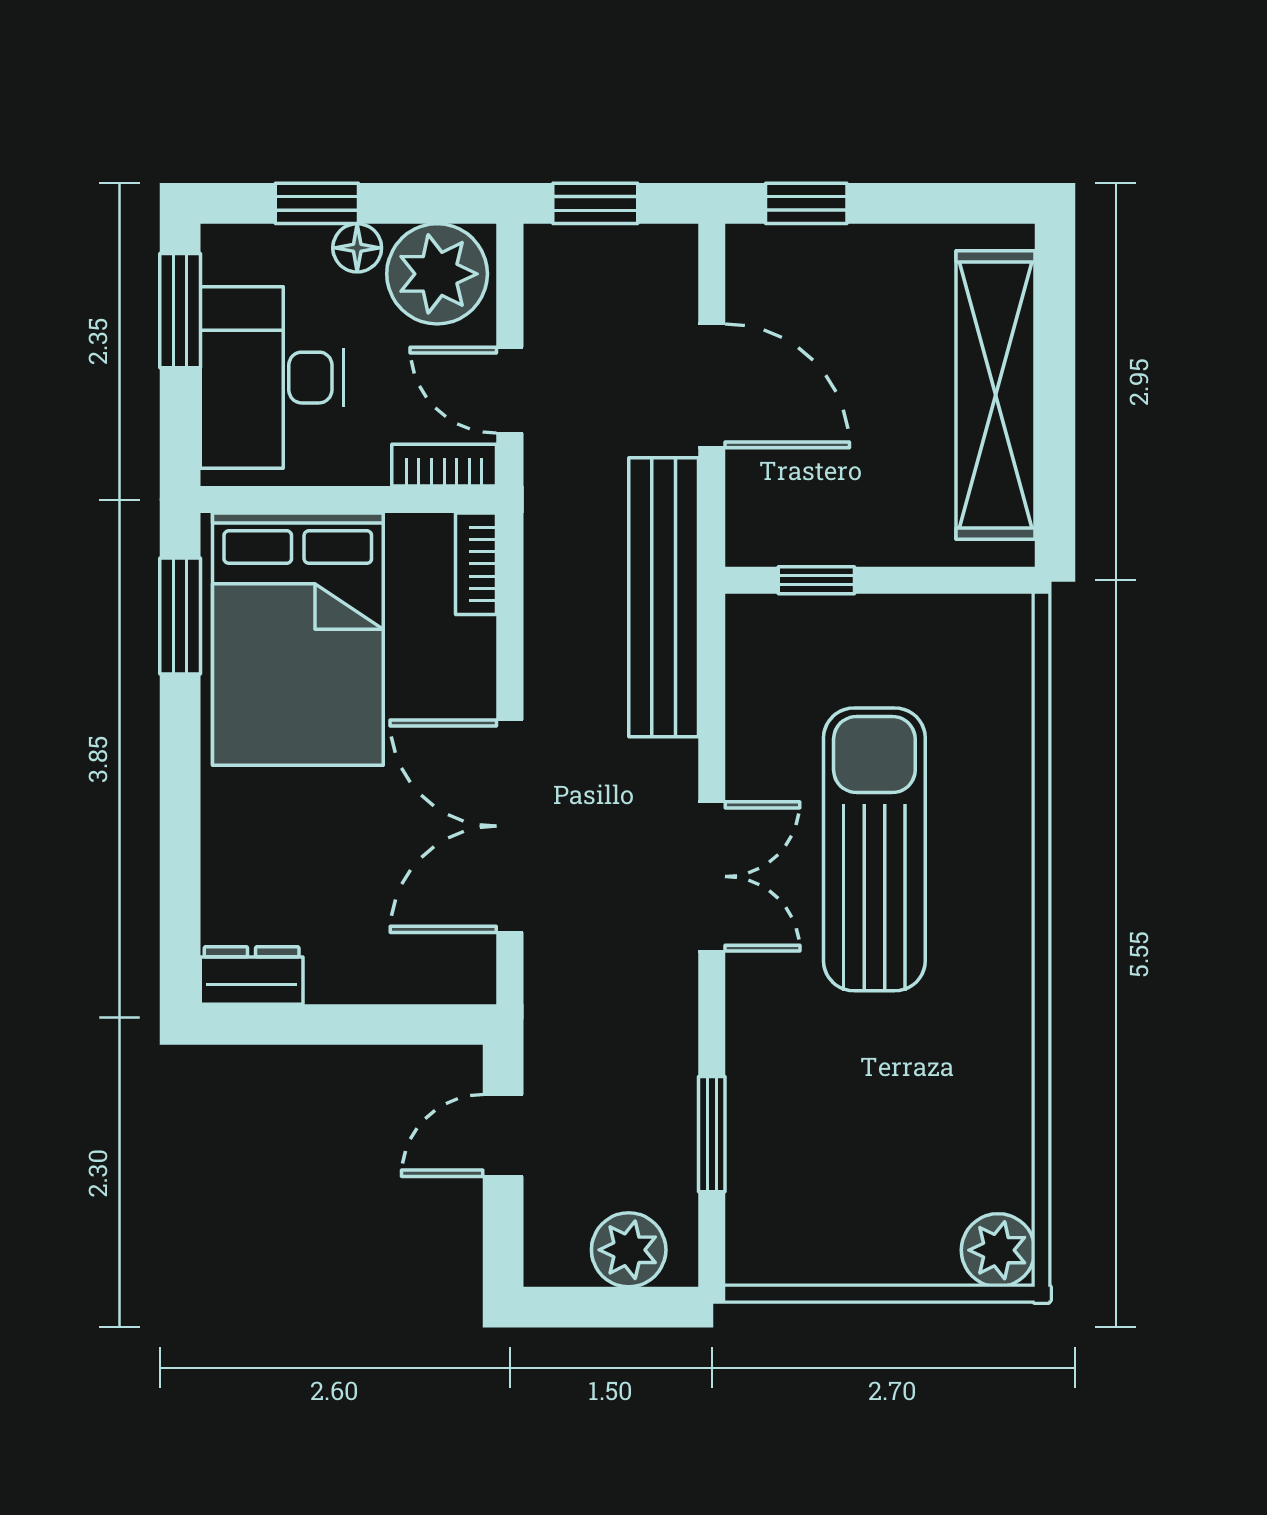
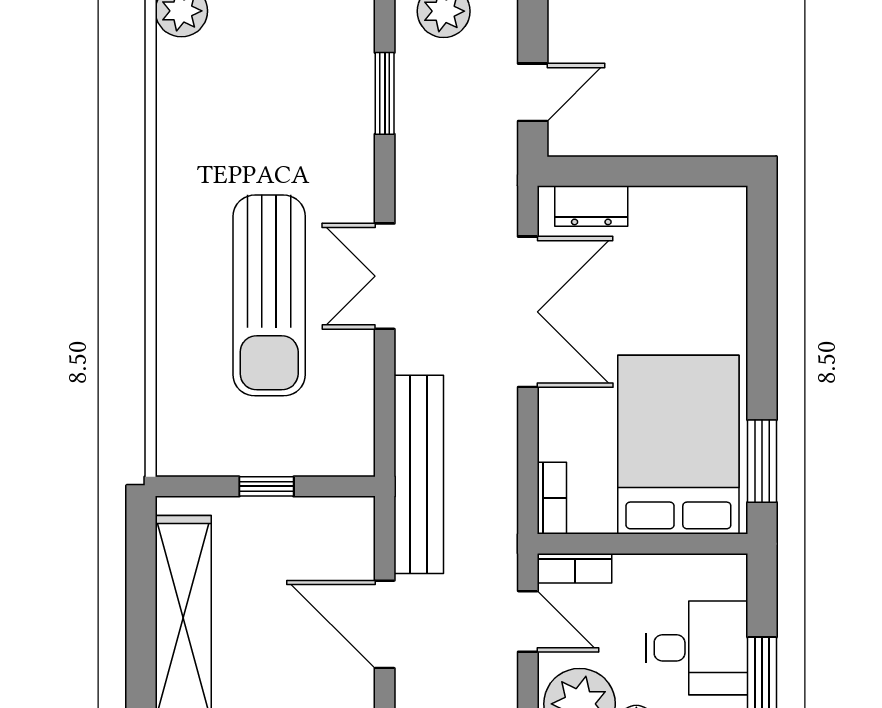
desk: (272, 378) -> (697, 648), width x0.73
window: (816, 580) -> (266, 486), moved
dresser: (252, 975) -> (591, 206), moved

